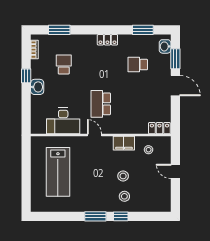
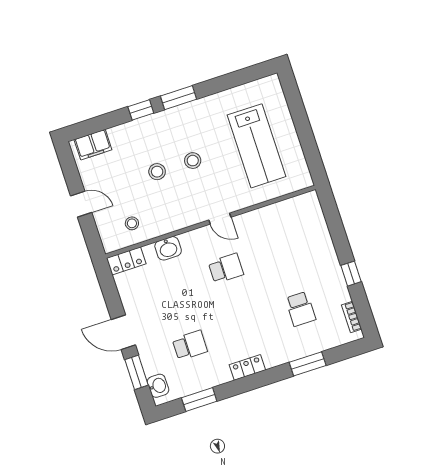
window: (59, 30) -> (308, 364), moved
washbasin: (37, 87) -> (168, 248), moved, turned -90
school desk: (101, 104) -> (226, 268), width x0.54
desk: (63, 121) -> (274, 224), removed
filing cabinet: (124, 143) -> (93, 145), moved, turned 180
lab bench: (58, 172) -> (256, 146), turned 180
stool: (124, 196) -> (193, 161), moved

